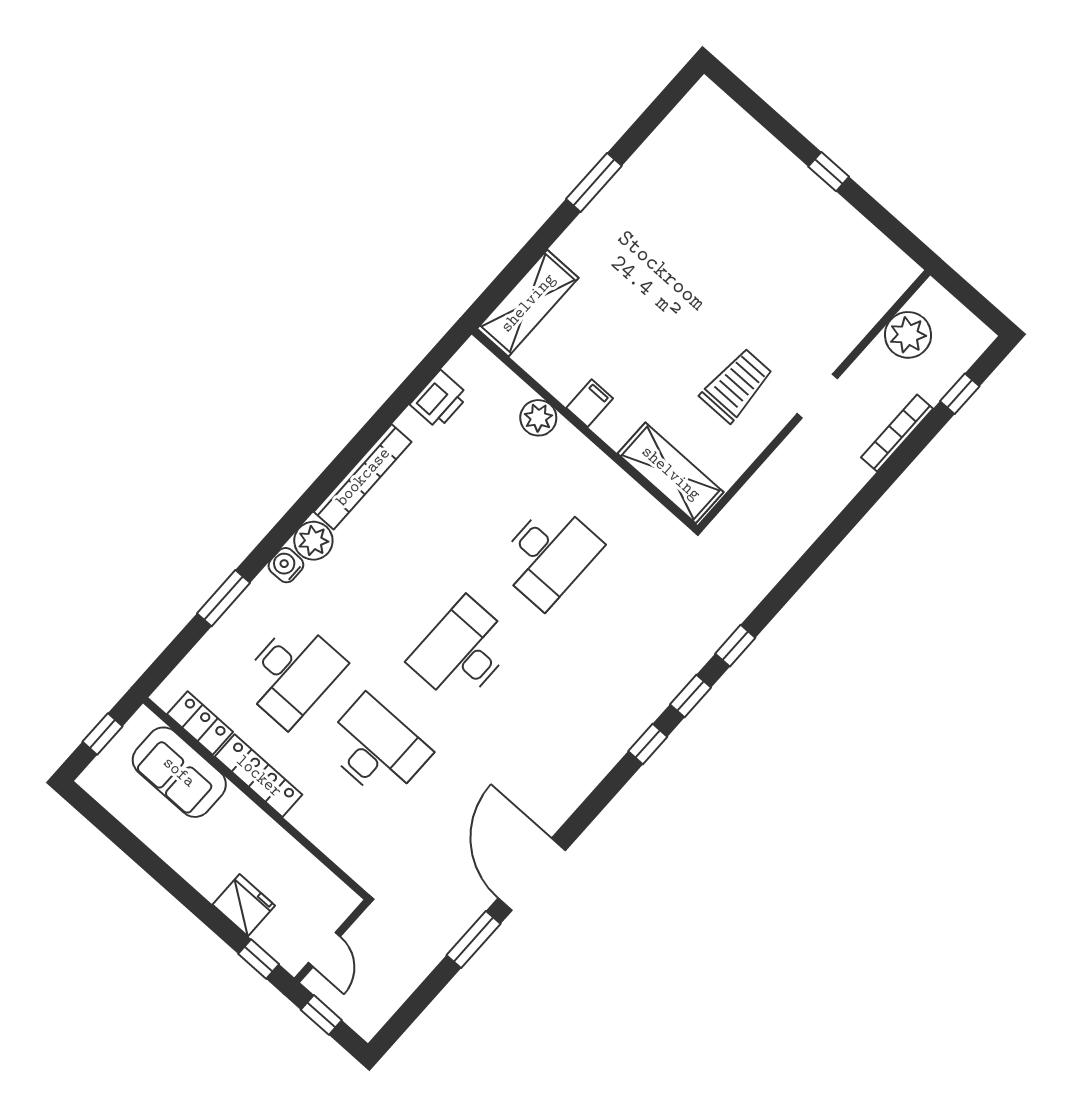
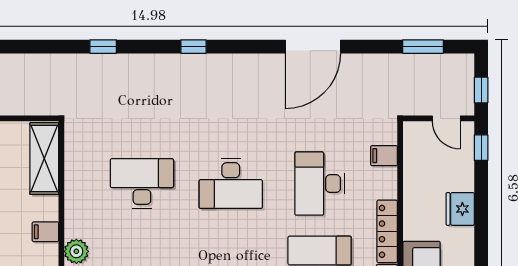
window: (690, 696) -> (149, 47), removed
filing cabinet: (344, 846) -> (384, 156), added
fridge: (244, 905) -> (460, 209), moved
window: (473, 940) -> (423, 47), moved
door: (324, 950) -> (446, 118), swing flipped

